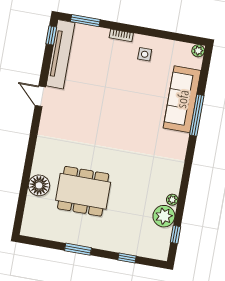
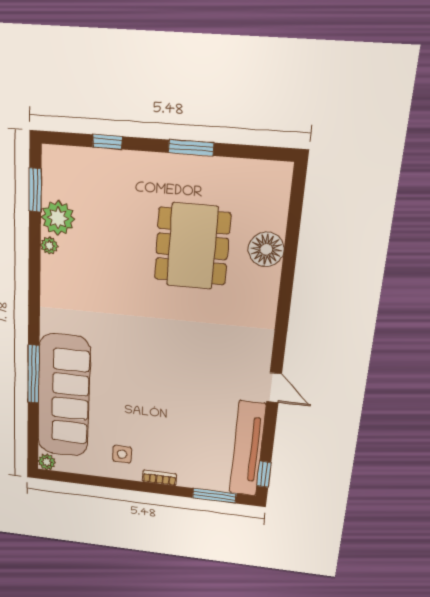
sofa: (182, 99) -> (64, 396), width x1.36, depth x1.27
dining table: (83, 191) -> (192, 246), turned 90
window: (176, 234) -> (35, 190), width x1.50

